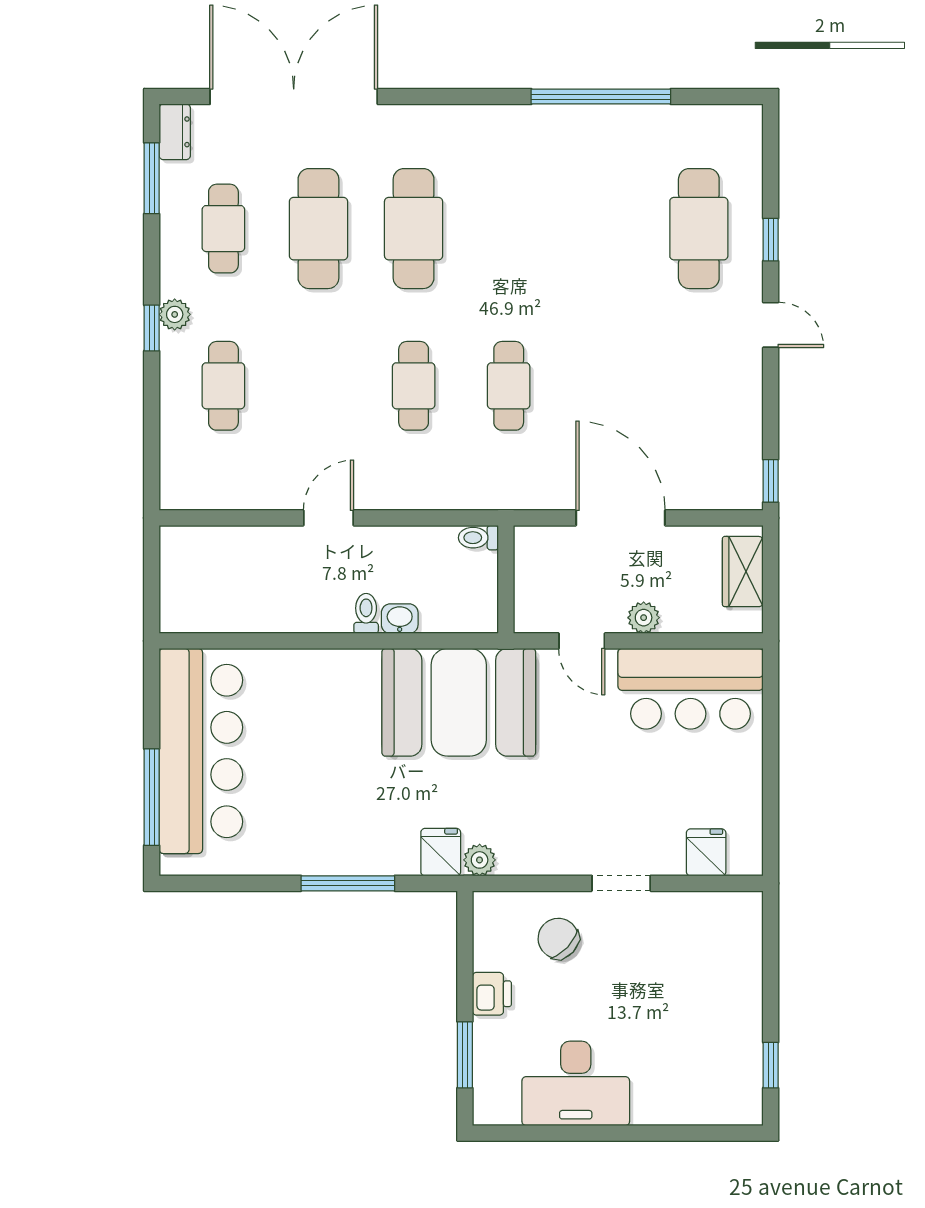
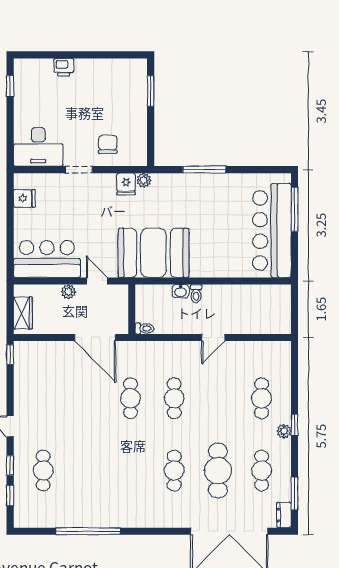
window: (771, 174) -> (10, 496), added
cafe table: (414, 229) -> (174, 471), width x0.73, depth x0.74
cafe table: (699, 229) -> (43, 471), width x0.73, depth x0.74
door: (621, 518) -> (95, 338), moved
fridge: (441, 852) -> (126, 184), moved
fridge: (706, 852) -> (24, 198), moved, turned -90
chair: (558, 938) -> (108, 144), turned -133
printer: (492, 994) -> (64, 67), moved, turned -90
desk: (576, 1083) -> (38, 147), moved, turned 180

